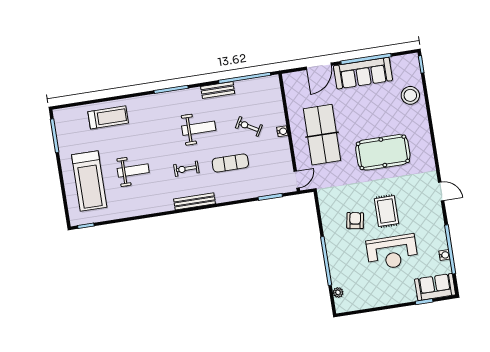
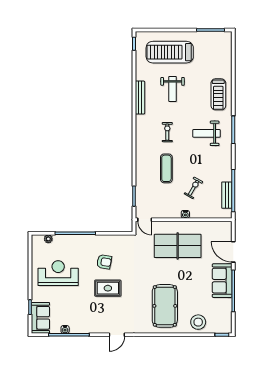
sofa: (363, 73) -> (222, 281), width x0.73
bench: (218, 90) -> (227, 195), moved
treadmill: (108, 117) -> (218, 94), moved
weight bench: (199, 128) -> (206, 133), moved, turned 90
pool table: (383, 152) -> (165, 306), moved
bench: (195, 201) -> (140, 98), moved
reception desk: (392, 252) -> (58, 273), moved, turned 90

